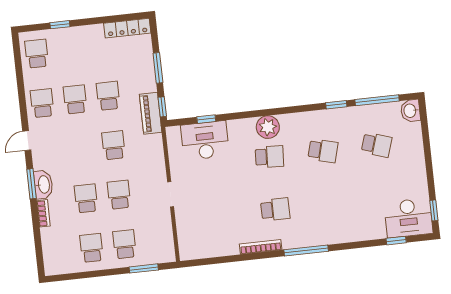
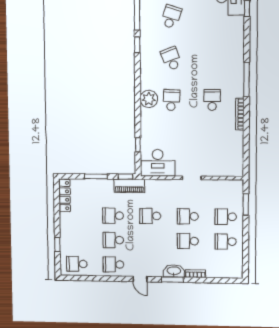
desk: (205, 140) -> (158, 163), moved, turned -90
school desk: (323, 151) -> (171, 59), turned -36

